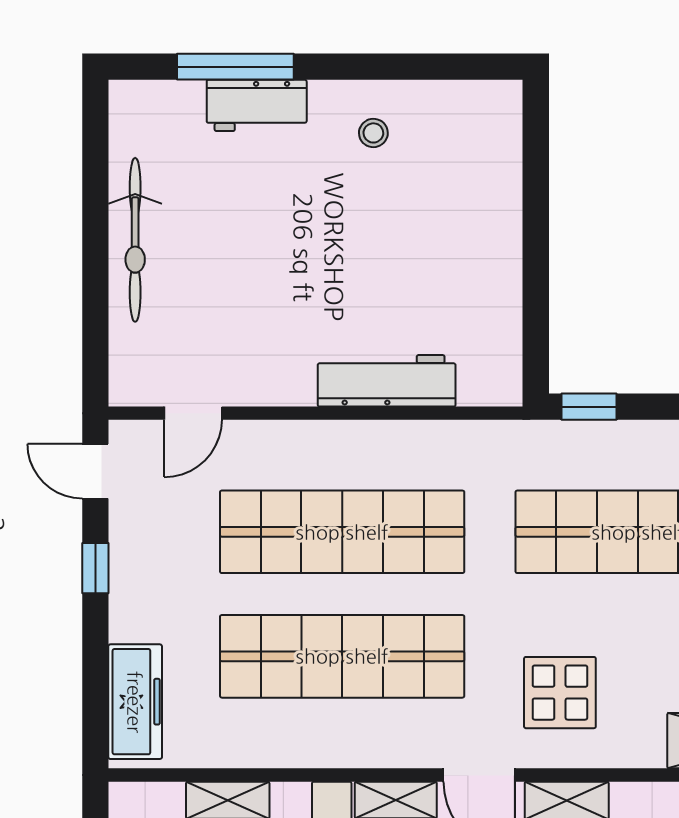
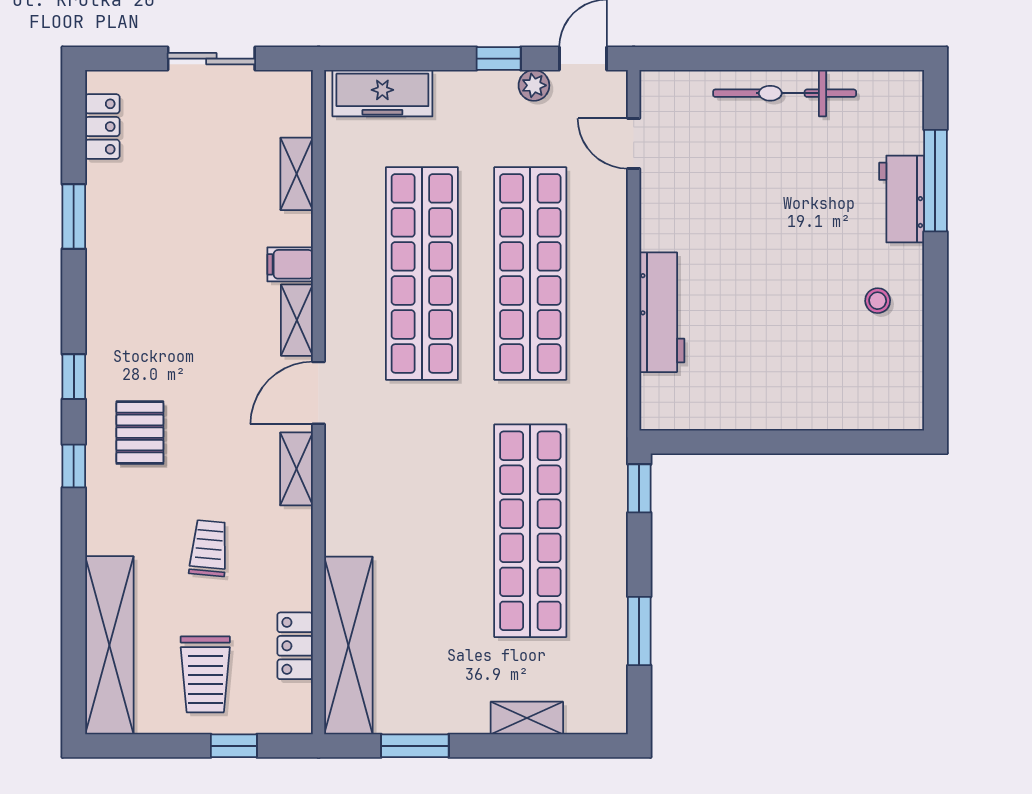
plant: (126, 528) -> (534, 85), added
display table: (560, 693) -> (390, 463), removed

